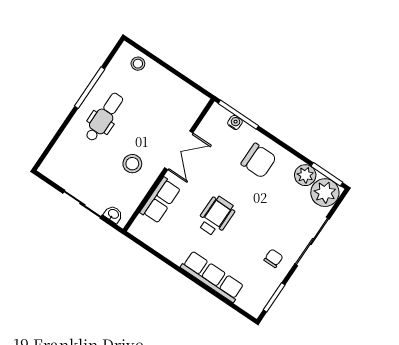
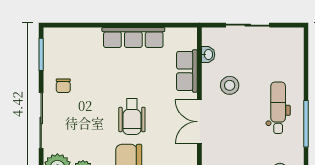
dental chair: (104, 117) -> (278, 108), turned 180
washbasin: (113, 214) -> (208, 55), moved, turned -90
wheelchair: (216, 216) -> (132, 117), moved
row of seats: (212, 277) -> (133, 37), moved

